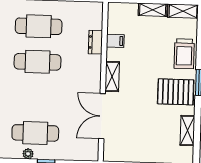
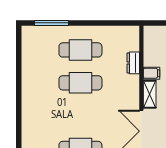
filing cabinet: (115, 41) -> (151, 73), moved

